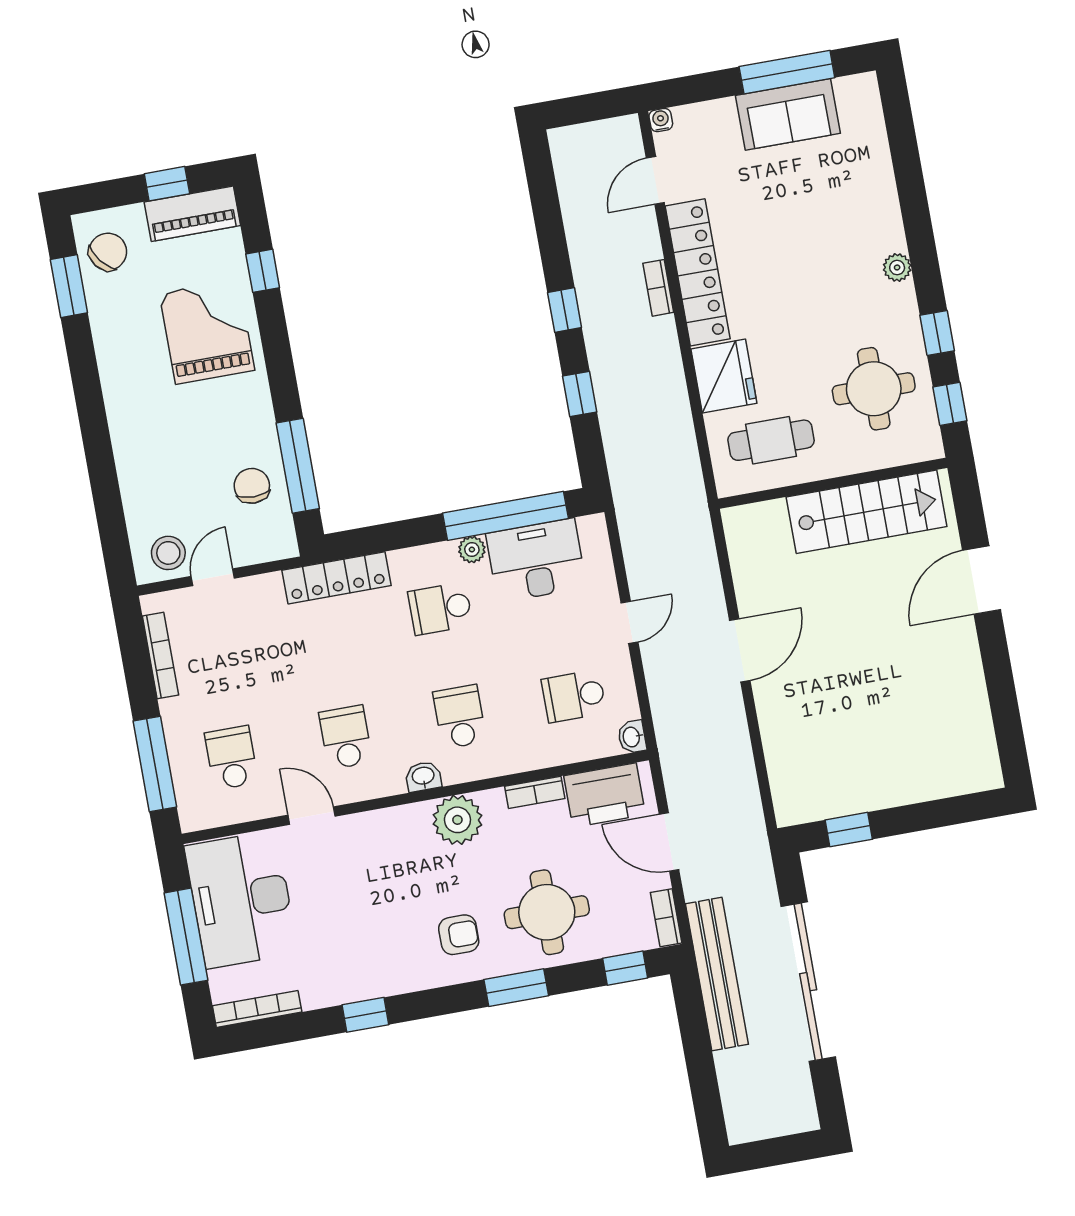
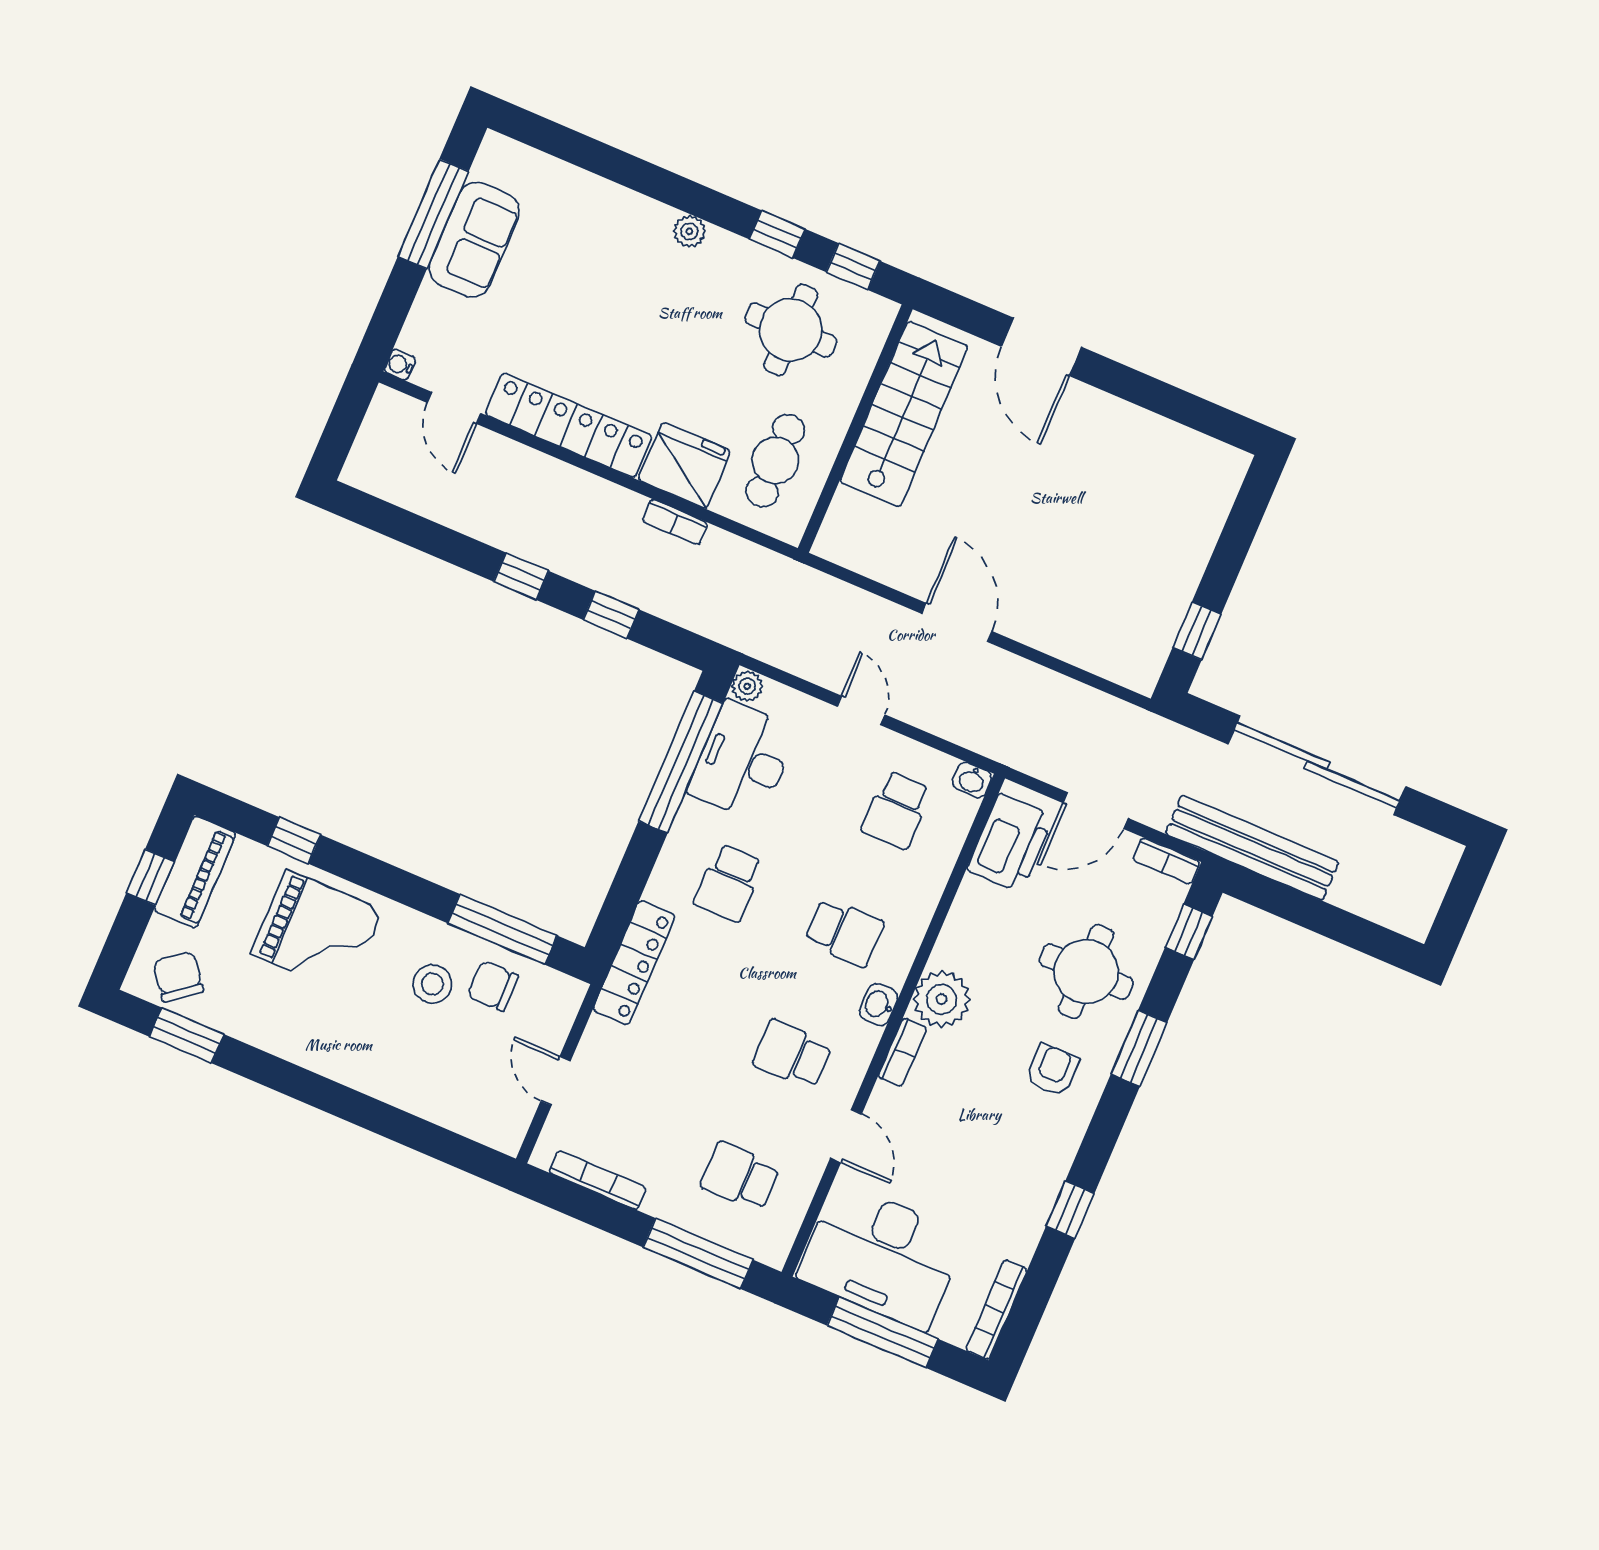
bookcase: (658, 288) -> (675, 522), moved
grand piano: (207, 332) -> (317, 932), turned 180
plant: (472, 550) -> (747, 686), moved
stool: (168, 553) -> (432, 984), moved
school desk: (460, 717) -> (844, 932), turned 180
bookcase: (535, 792) -> (902, 1052), moved
door: (312, 816) -> (846, 1136), swing flipped

